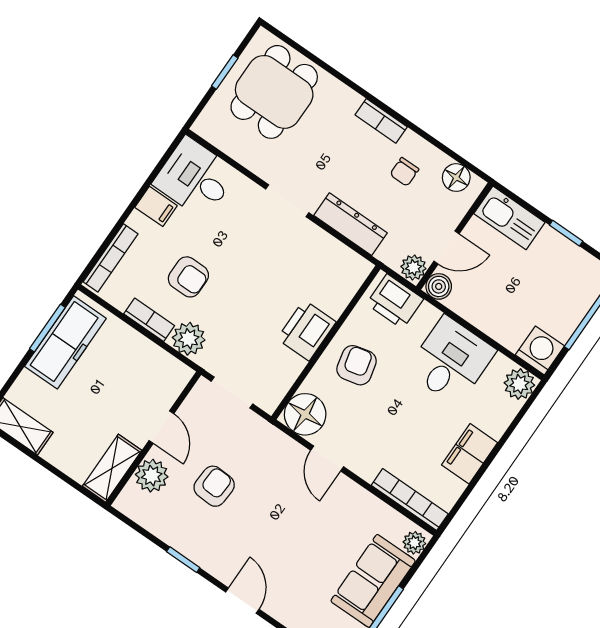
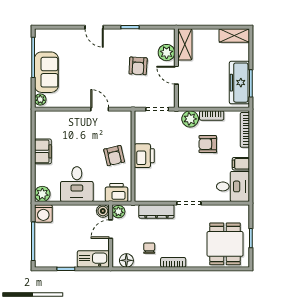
floor lamp: (305, 414) -> (121, 121), removed
bookcase: (410, 500) -> (54, 116), removed

